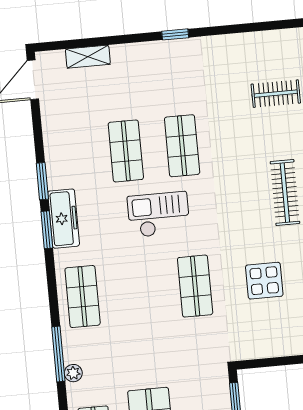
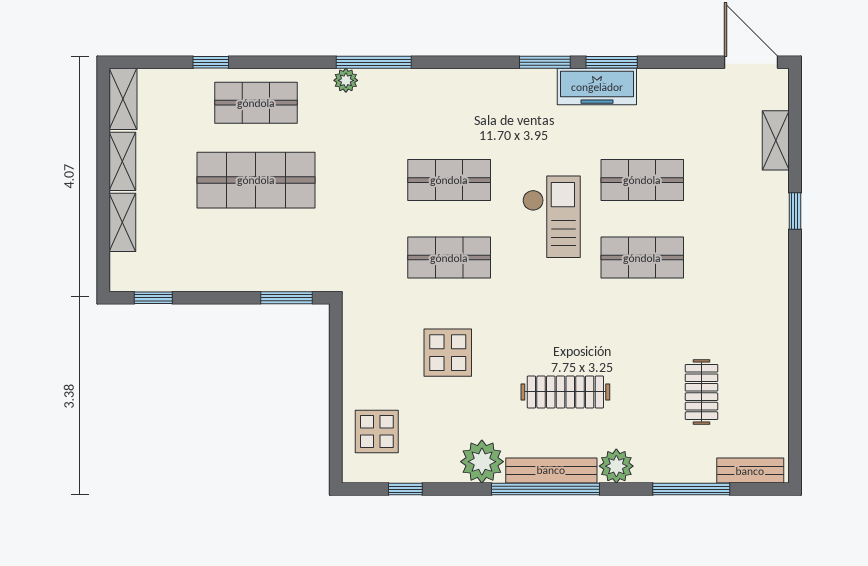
window: (175, 34) -> (795, 211), moved
freezer: (64, 219) -> (597, 87), moved
shop shelf: (83, 297) -> (449, 180), moved

